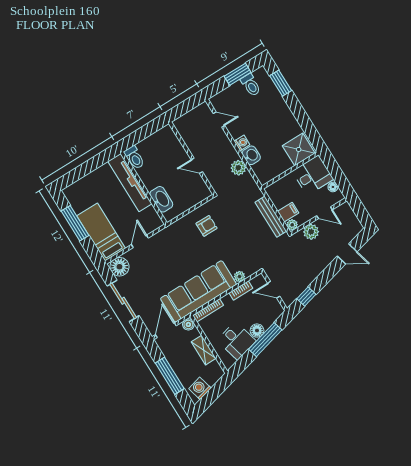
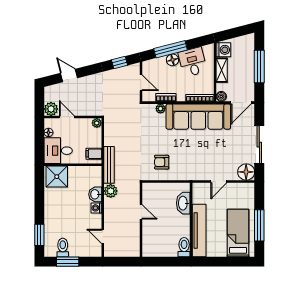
filing cabinet: (288, 212) -> (94, 154), moved
bench: (271, 217) -> (109, 165), moved
bed: (101, 232) -> (238, 233), moved, turned 180
plant: (311, 232) -> (51, 109), moved
washing machine: (200, 388) -> (223, 50), moved, turned -76

